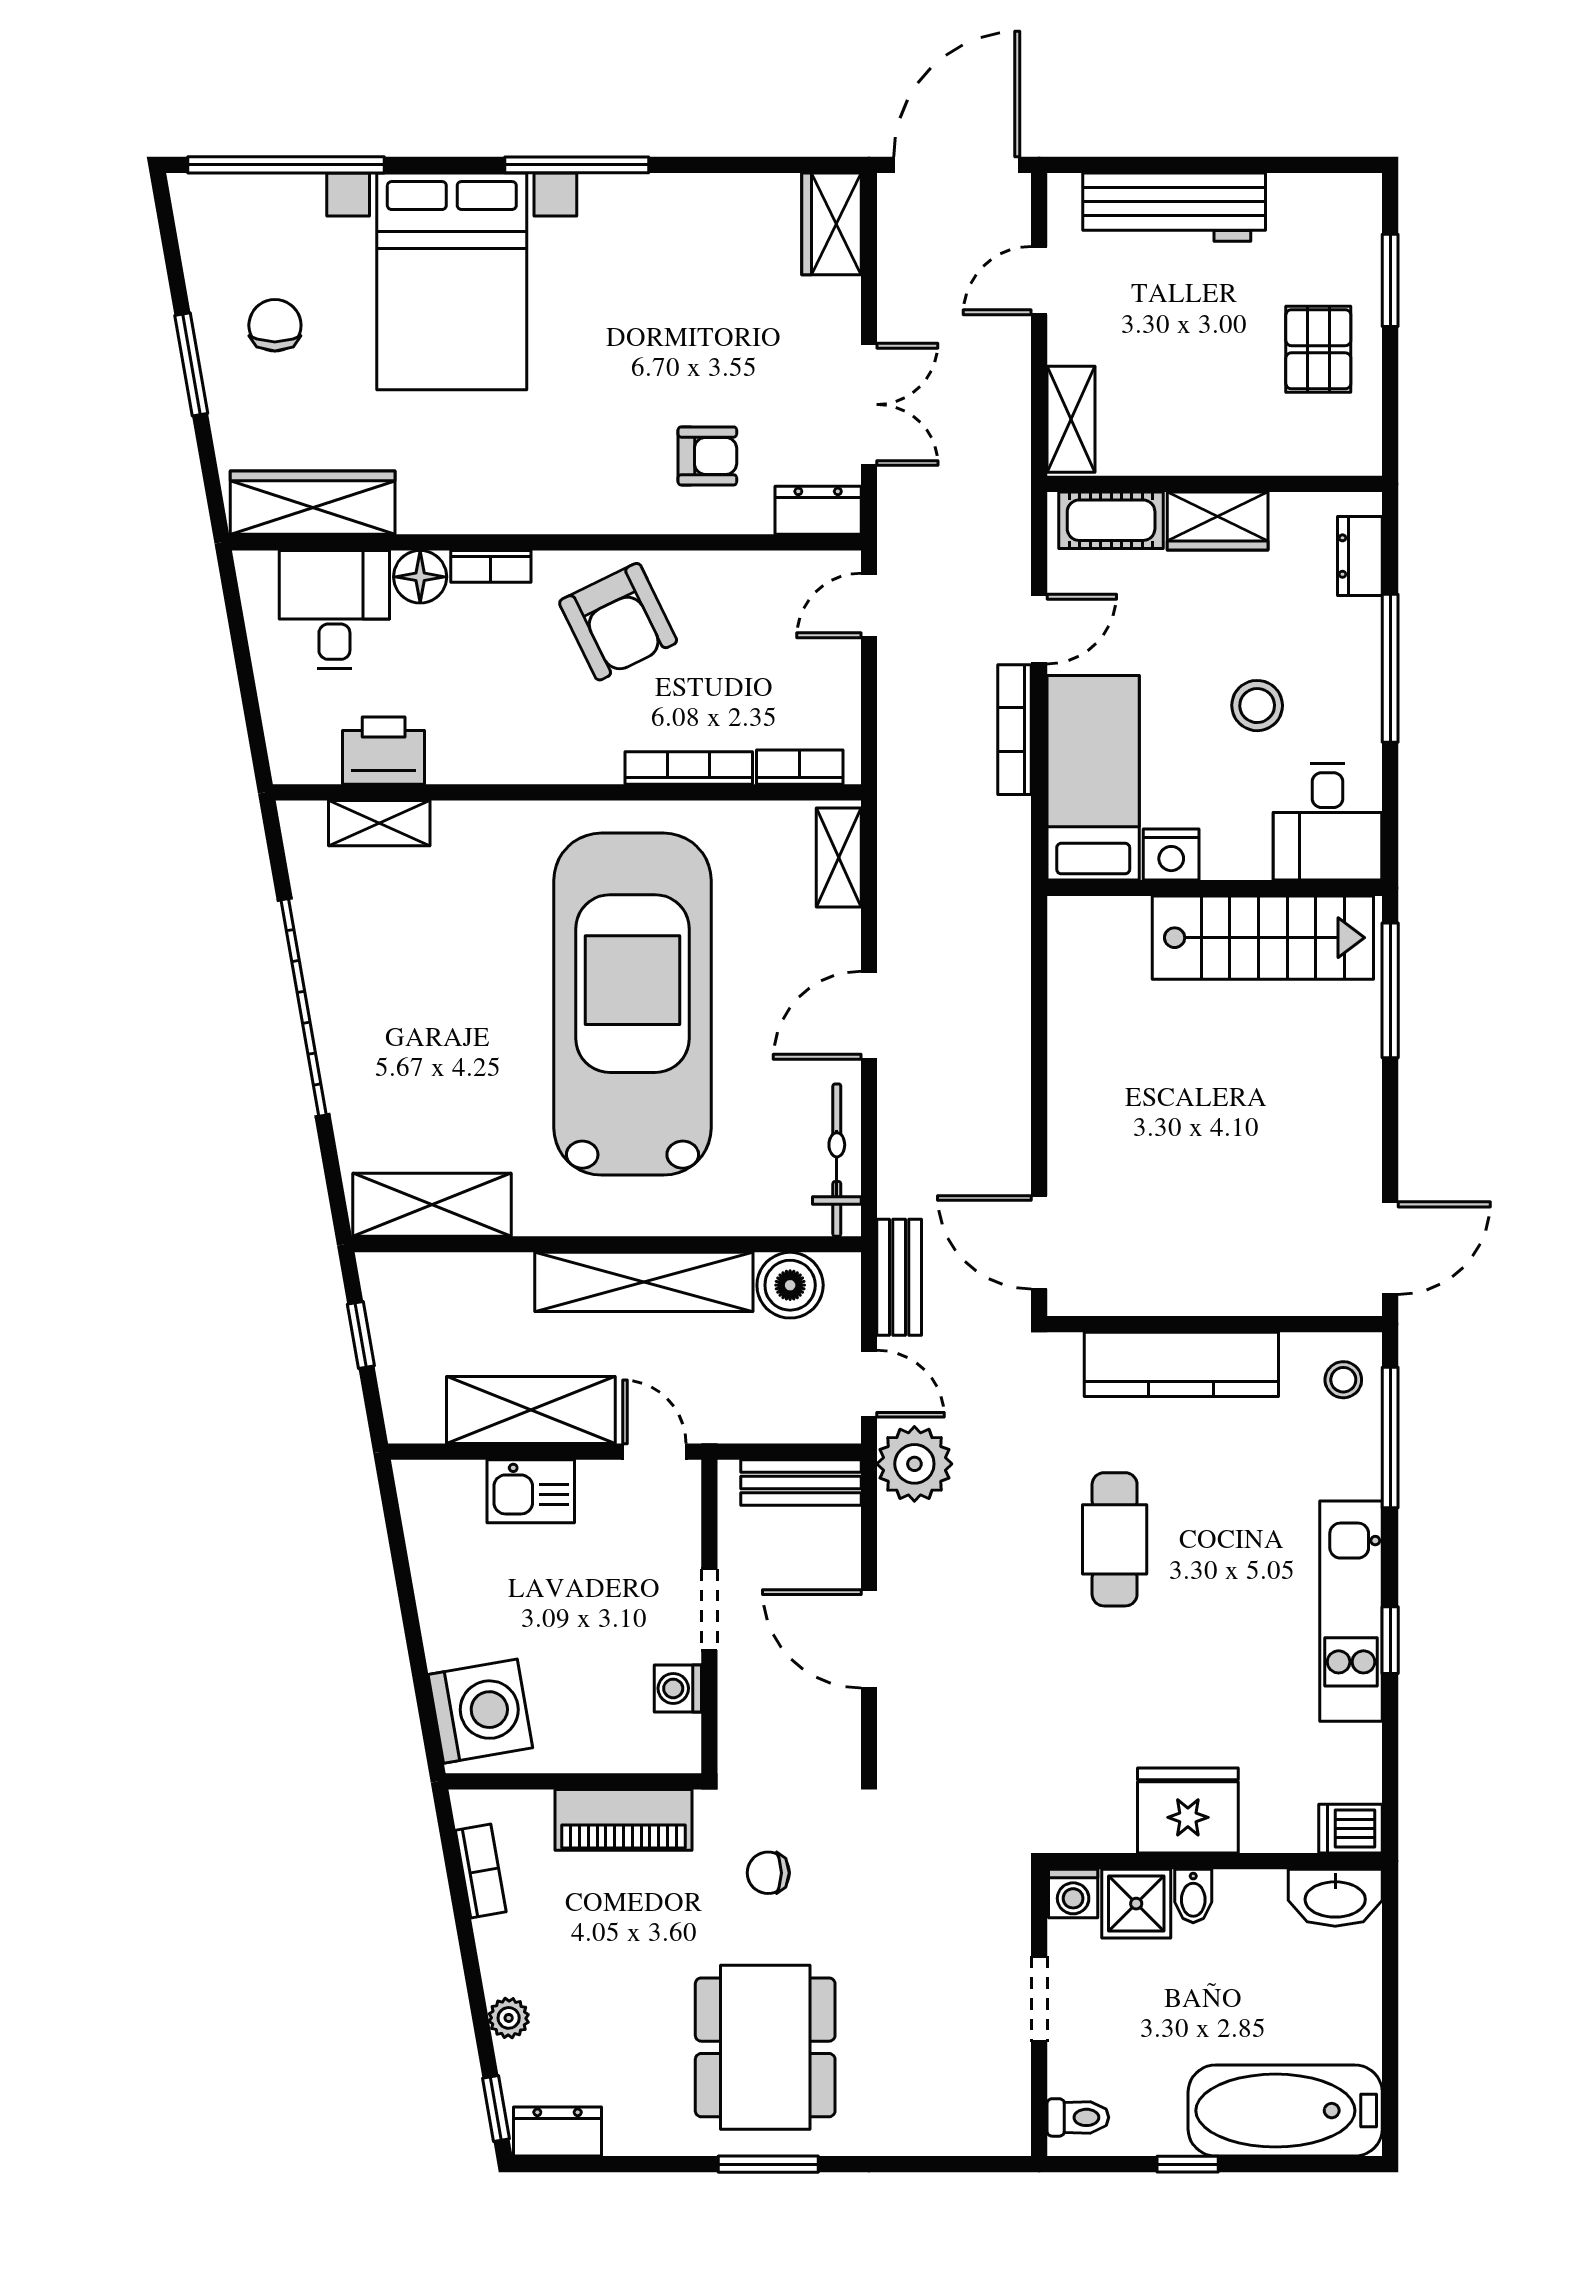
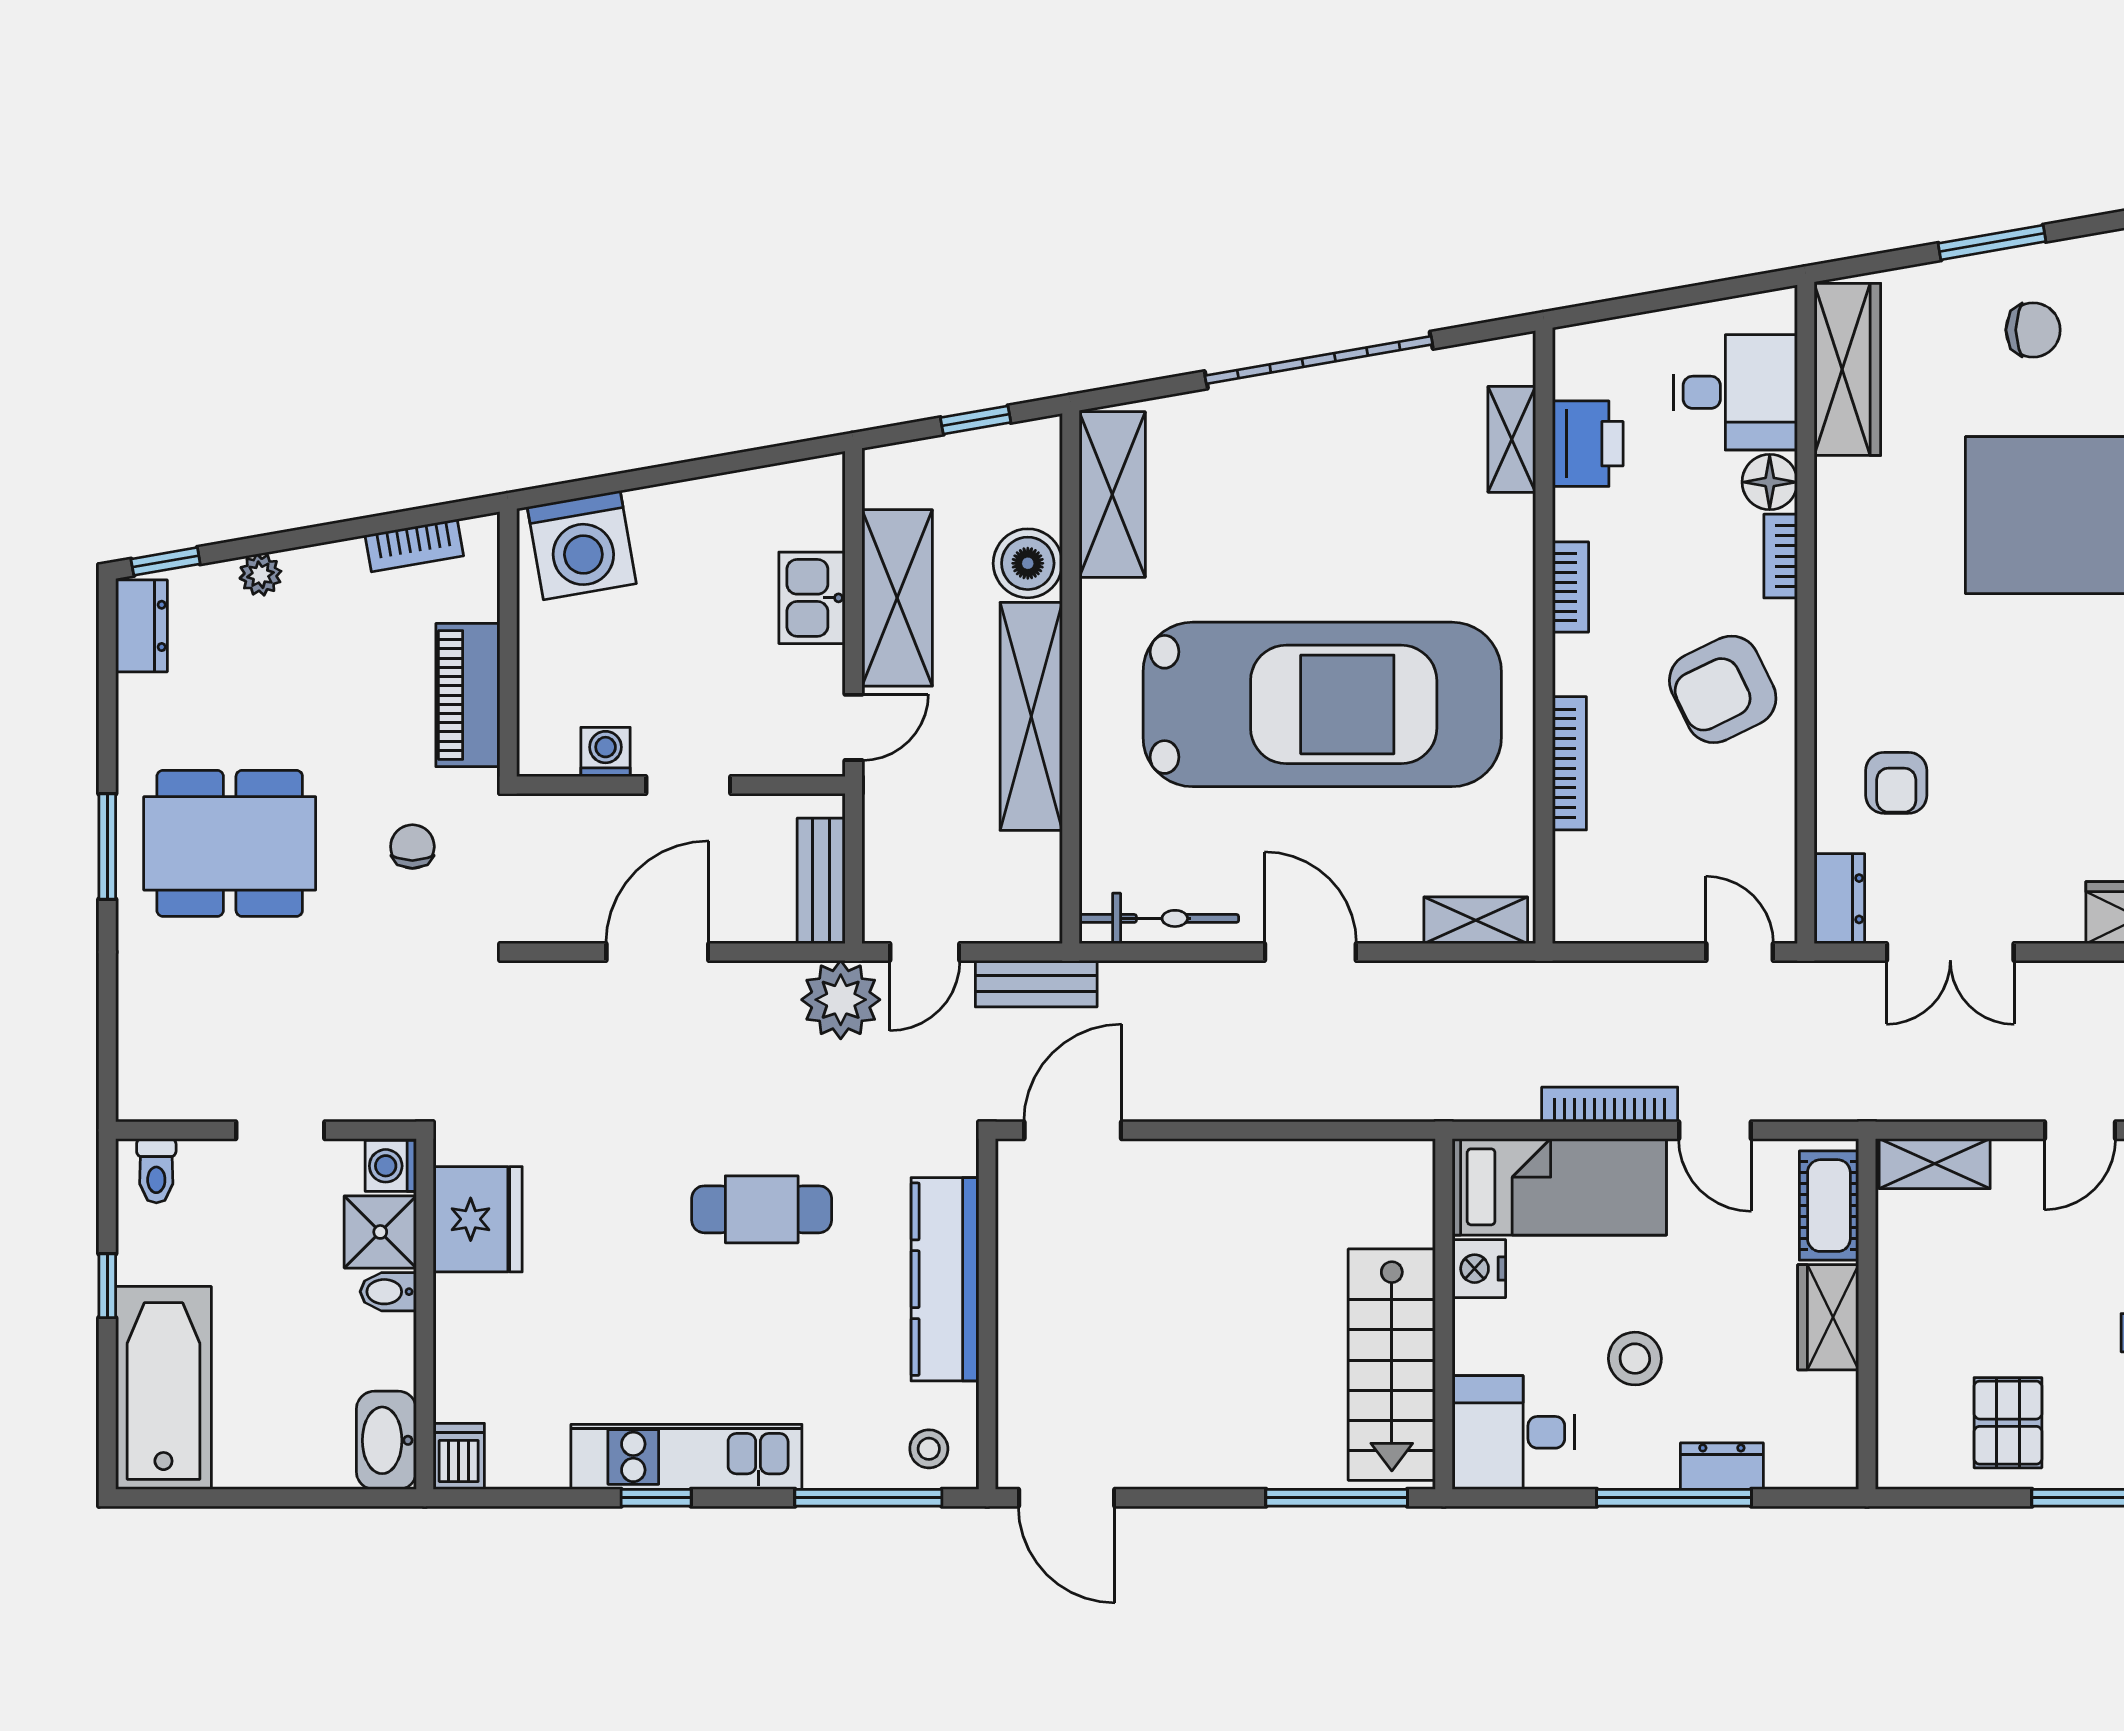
door: (1039, 281) -> (2080, 1130), swing flipped
pallet: (1318, 349) -> (2008, 1423), turned 90
dresser: (1360, 556) -> (1722, 1466), moved
bookcase: (800, 767) -> (1570, 587), moved
boiler: (790, 1285) -> (1028, 563), moved
fridge: (1188, 1811) -> (478, 1219), moved

